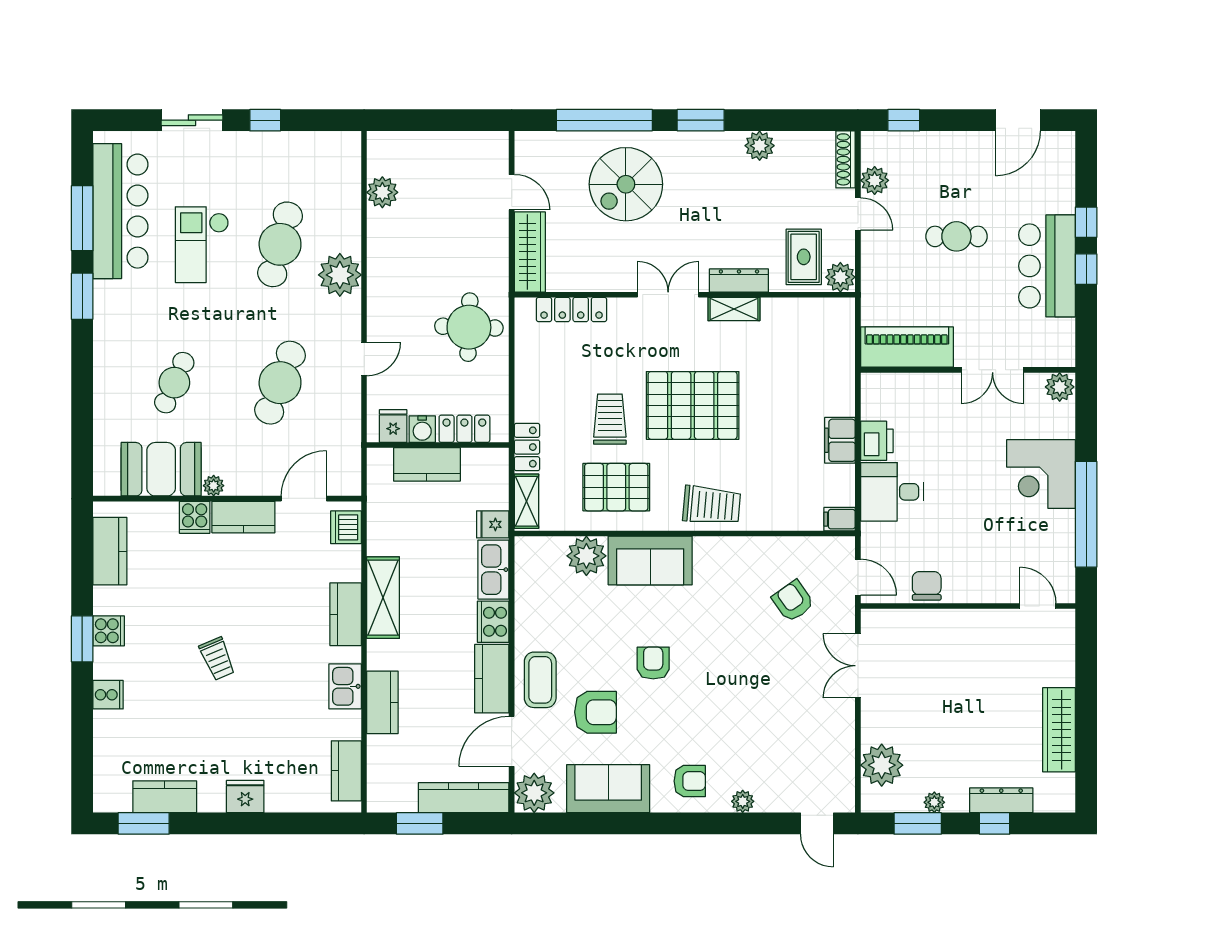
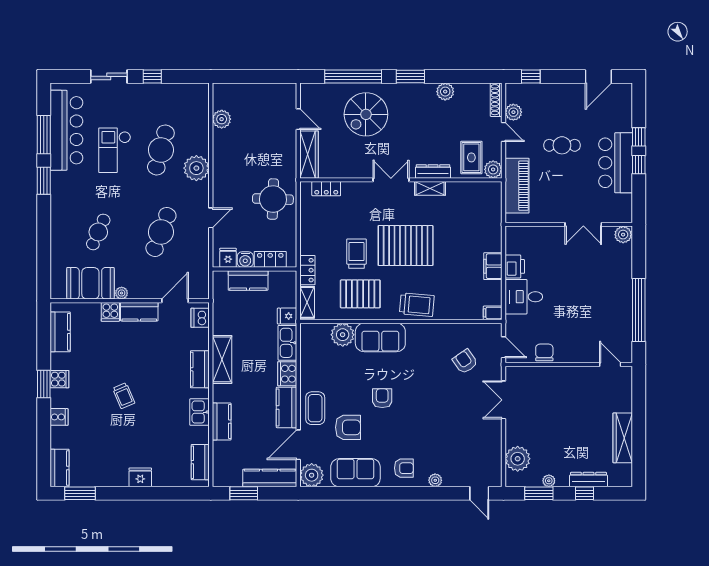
locker: (572, 310) -> (326, 189), width x0.66
piano: (907, 347) -> (517, 186), moved, turned 90
corner desk: (1041, 474) -> (612, 286), removed
kitchen counter: (165, 797) -> (60, 468), moved, turned 90

